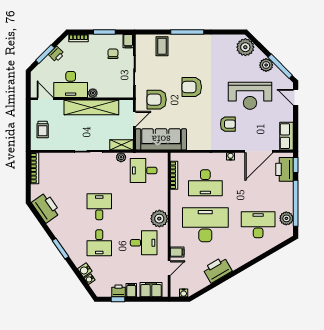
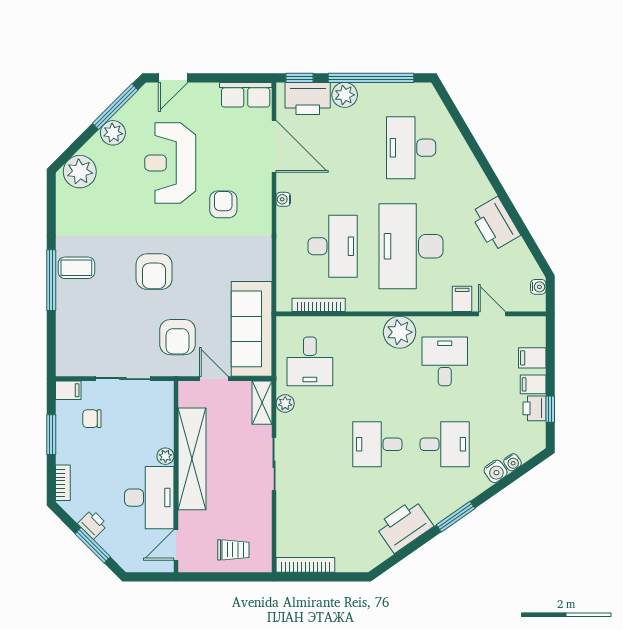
coffee table: (162, 46) -> (76, 268), moved
reception desk: (250, 96) -> (170, 163), turned 180
printer: (46, 208) -> (404, 526), moved
plant: (286, 218) -> (345, 95), moved
filing cabinet: (151, 290) -> (532, 358), width x0.50

